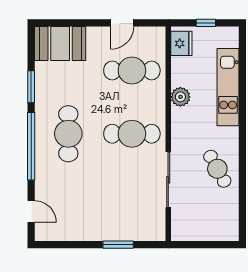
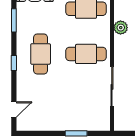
window: (31, 146) -> (14, 63), width x0.32
door: (31, 211) -> (14, 109), hinge flipped

